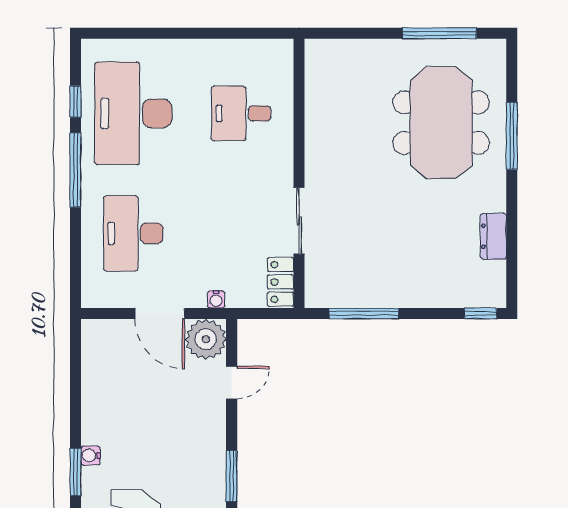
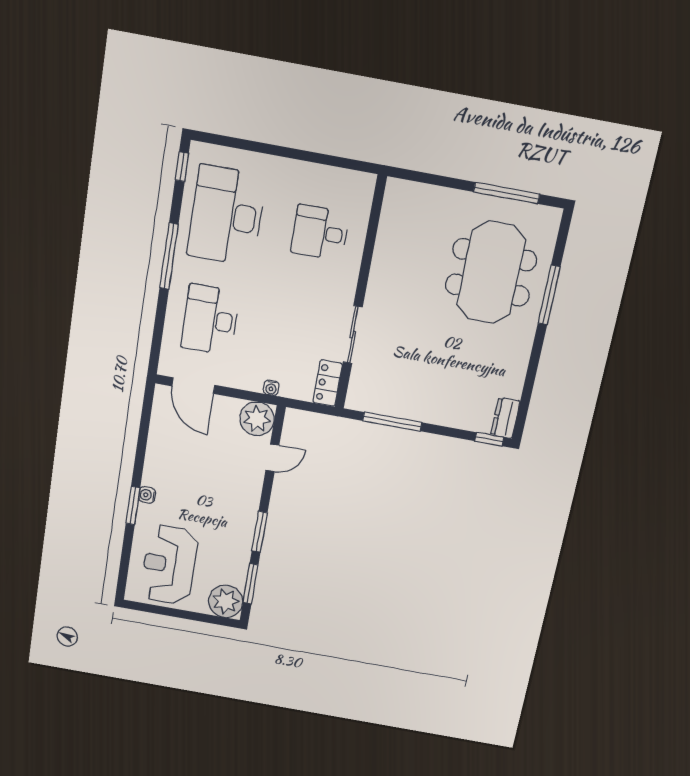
window: (75, 102) -> (182, 167), moved
dresser: (493, 236) -> (505, 418), moved
door: (160, 313) -> (193, 386), moved

